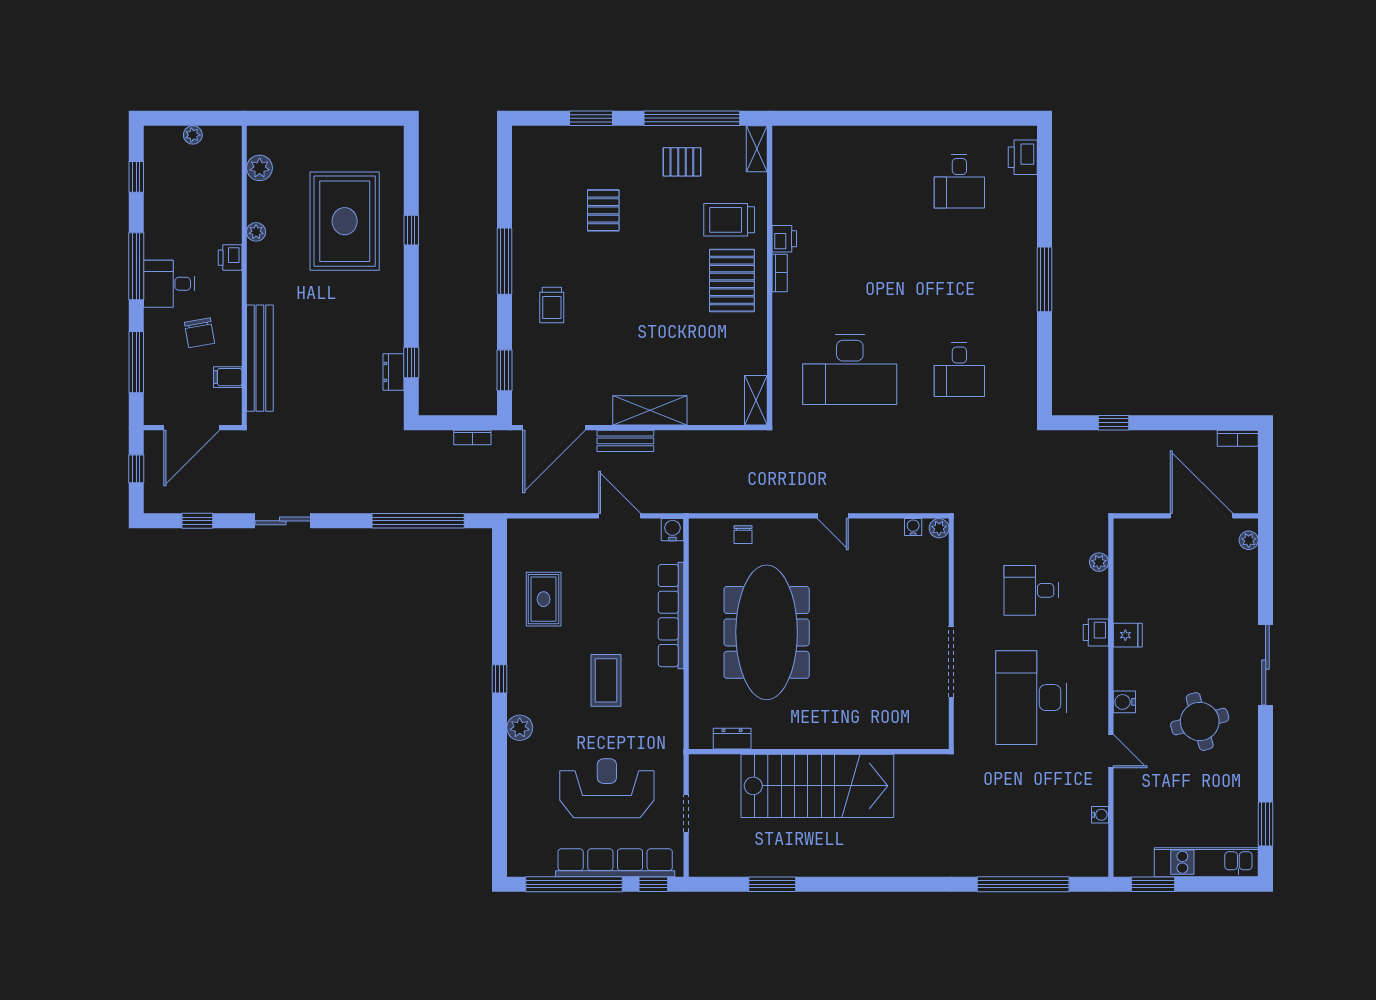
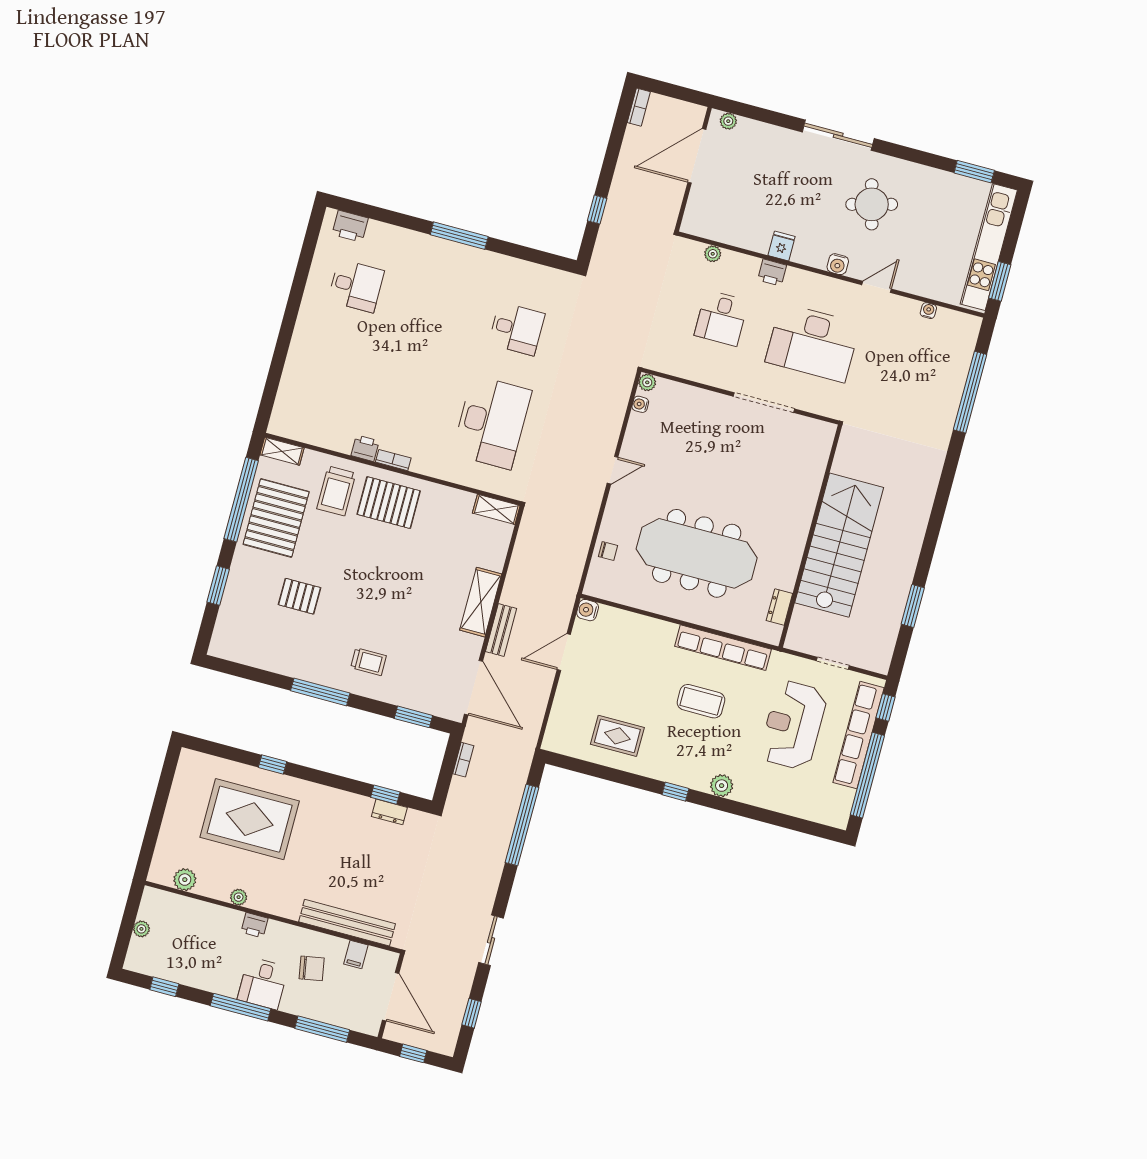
pallet: (682, 162) -> (276, 518), width x2.05, depth x2.00
row of seats: (671, 616) -> (723, 648), moved
kitchen unit: (1206, 862) -> (989, 247), width x1.36

